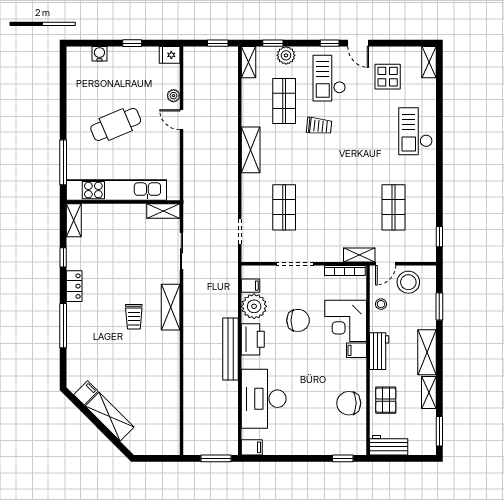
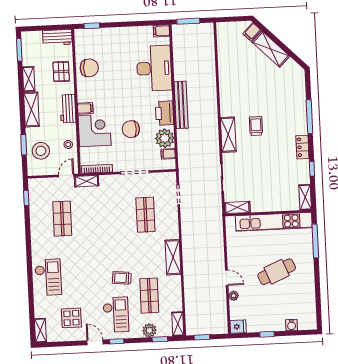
stool: (408, 282) -> (41, 151), moved
filing cabinet: (86, 393) -> (252, 32), moved

